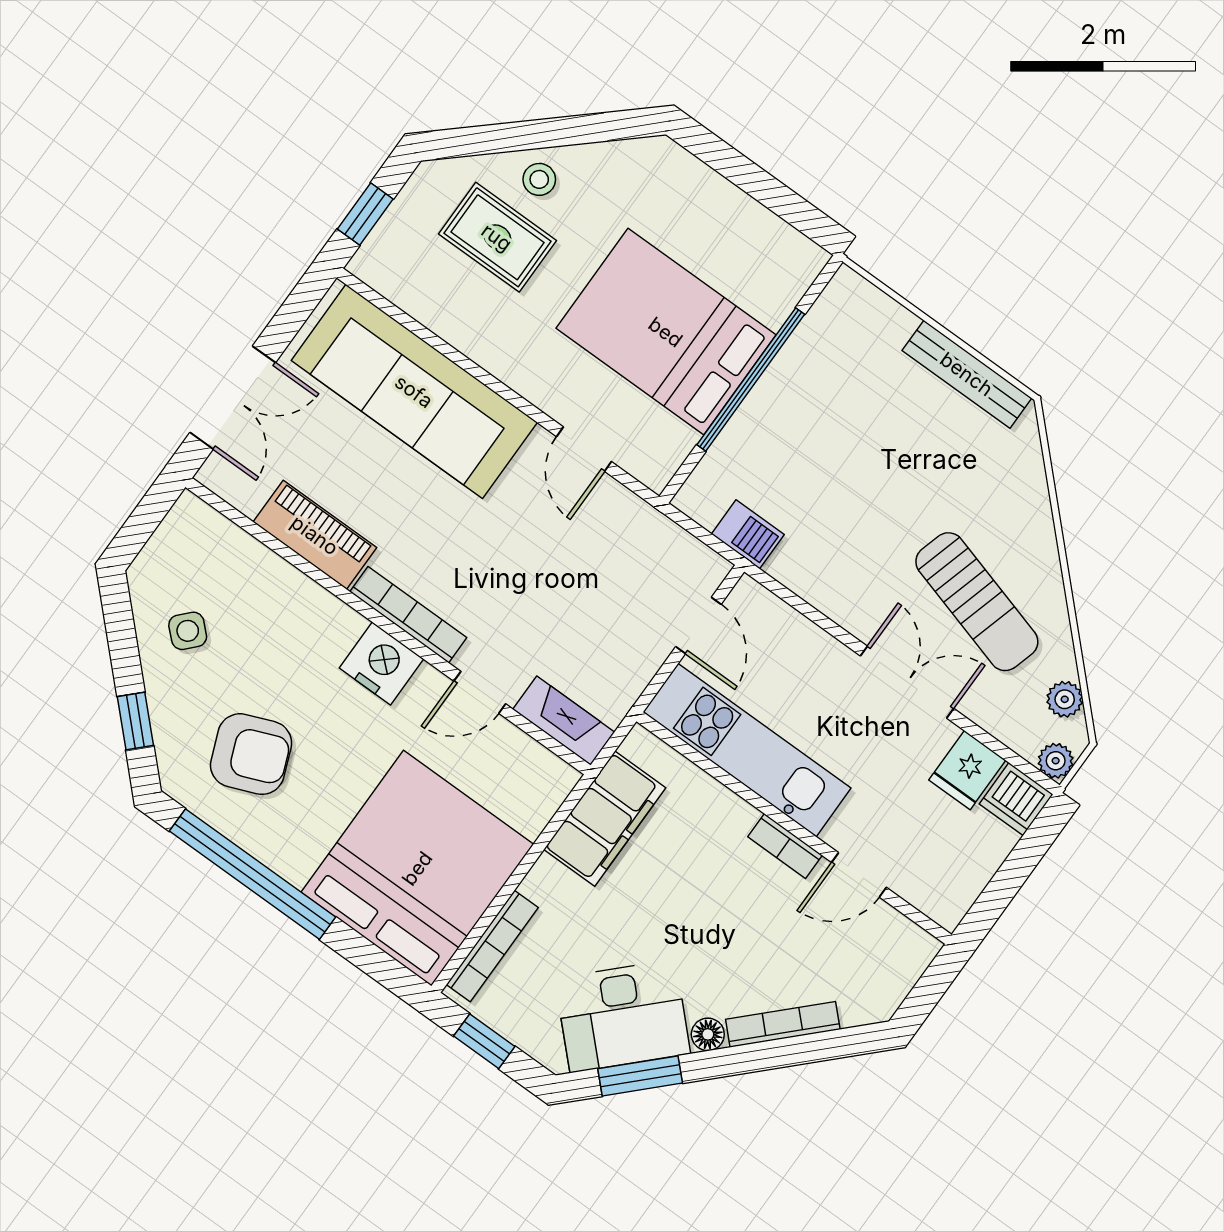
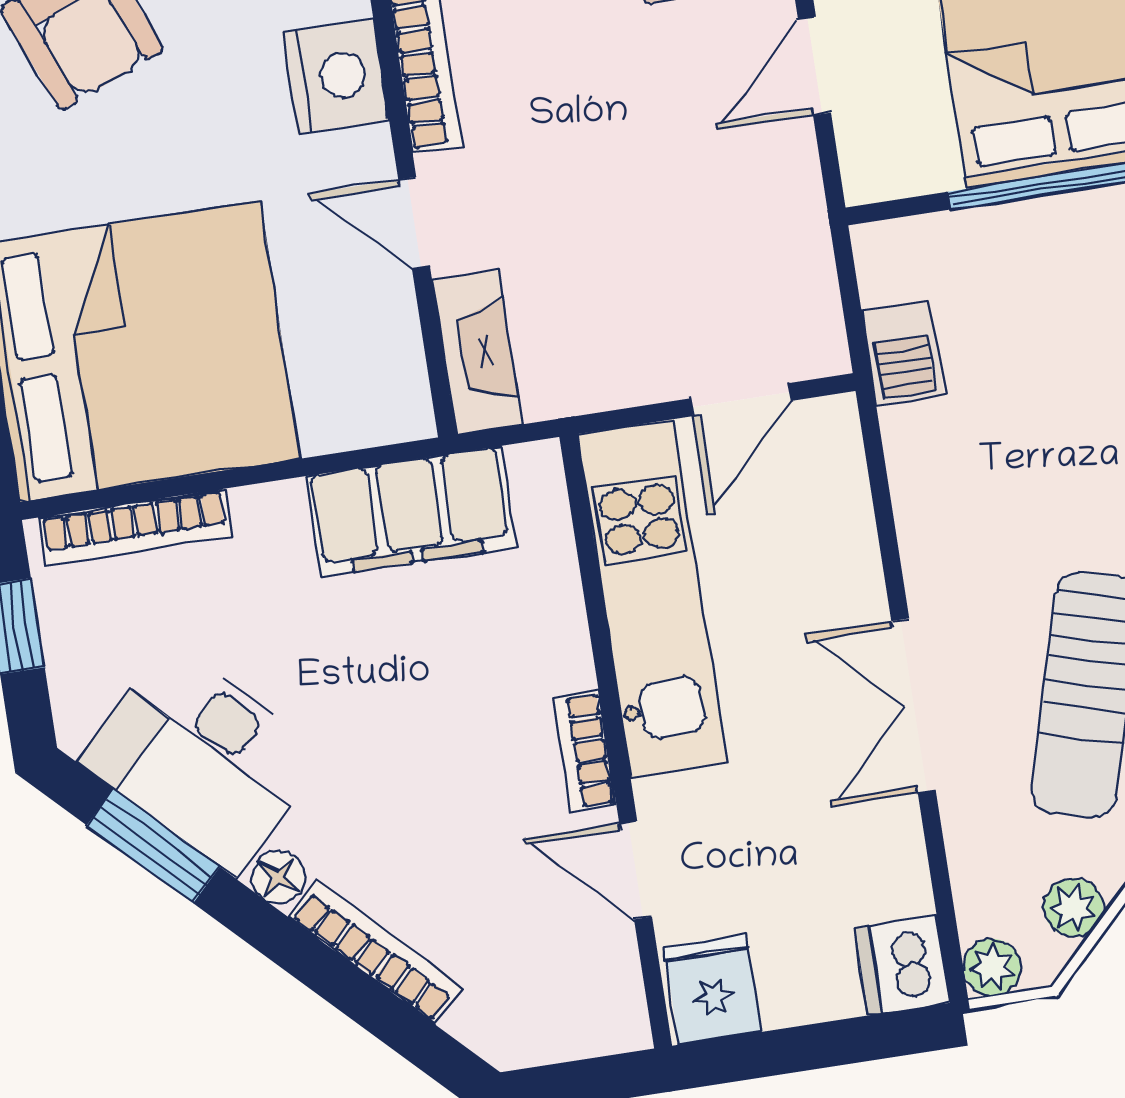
double door: (907, 682) -> (913, 706), swing flipped
fridge: (967, 770) -> (713, 989), moved, turned 90

